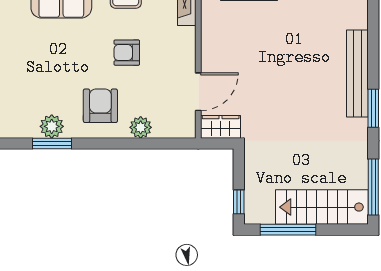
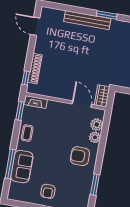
armchair: (127, 53) -> (48, 191), moved
plant: (52, 126) -> (97, 125), moved

